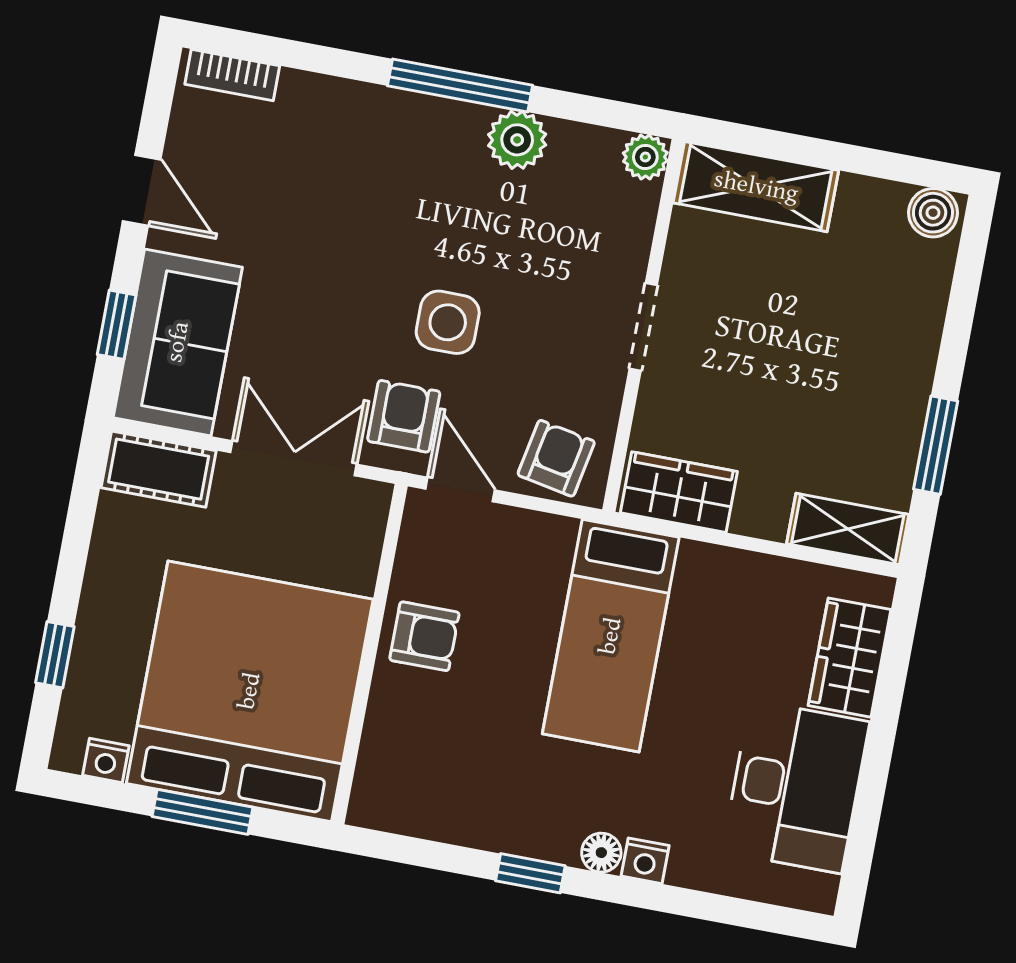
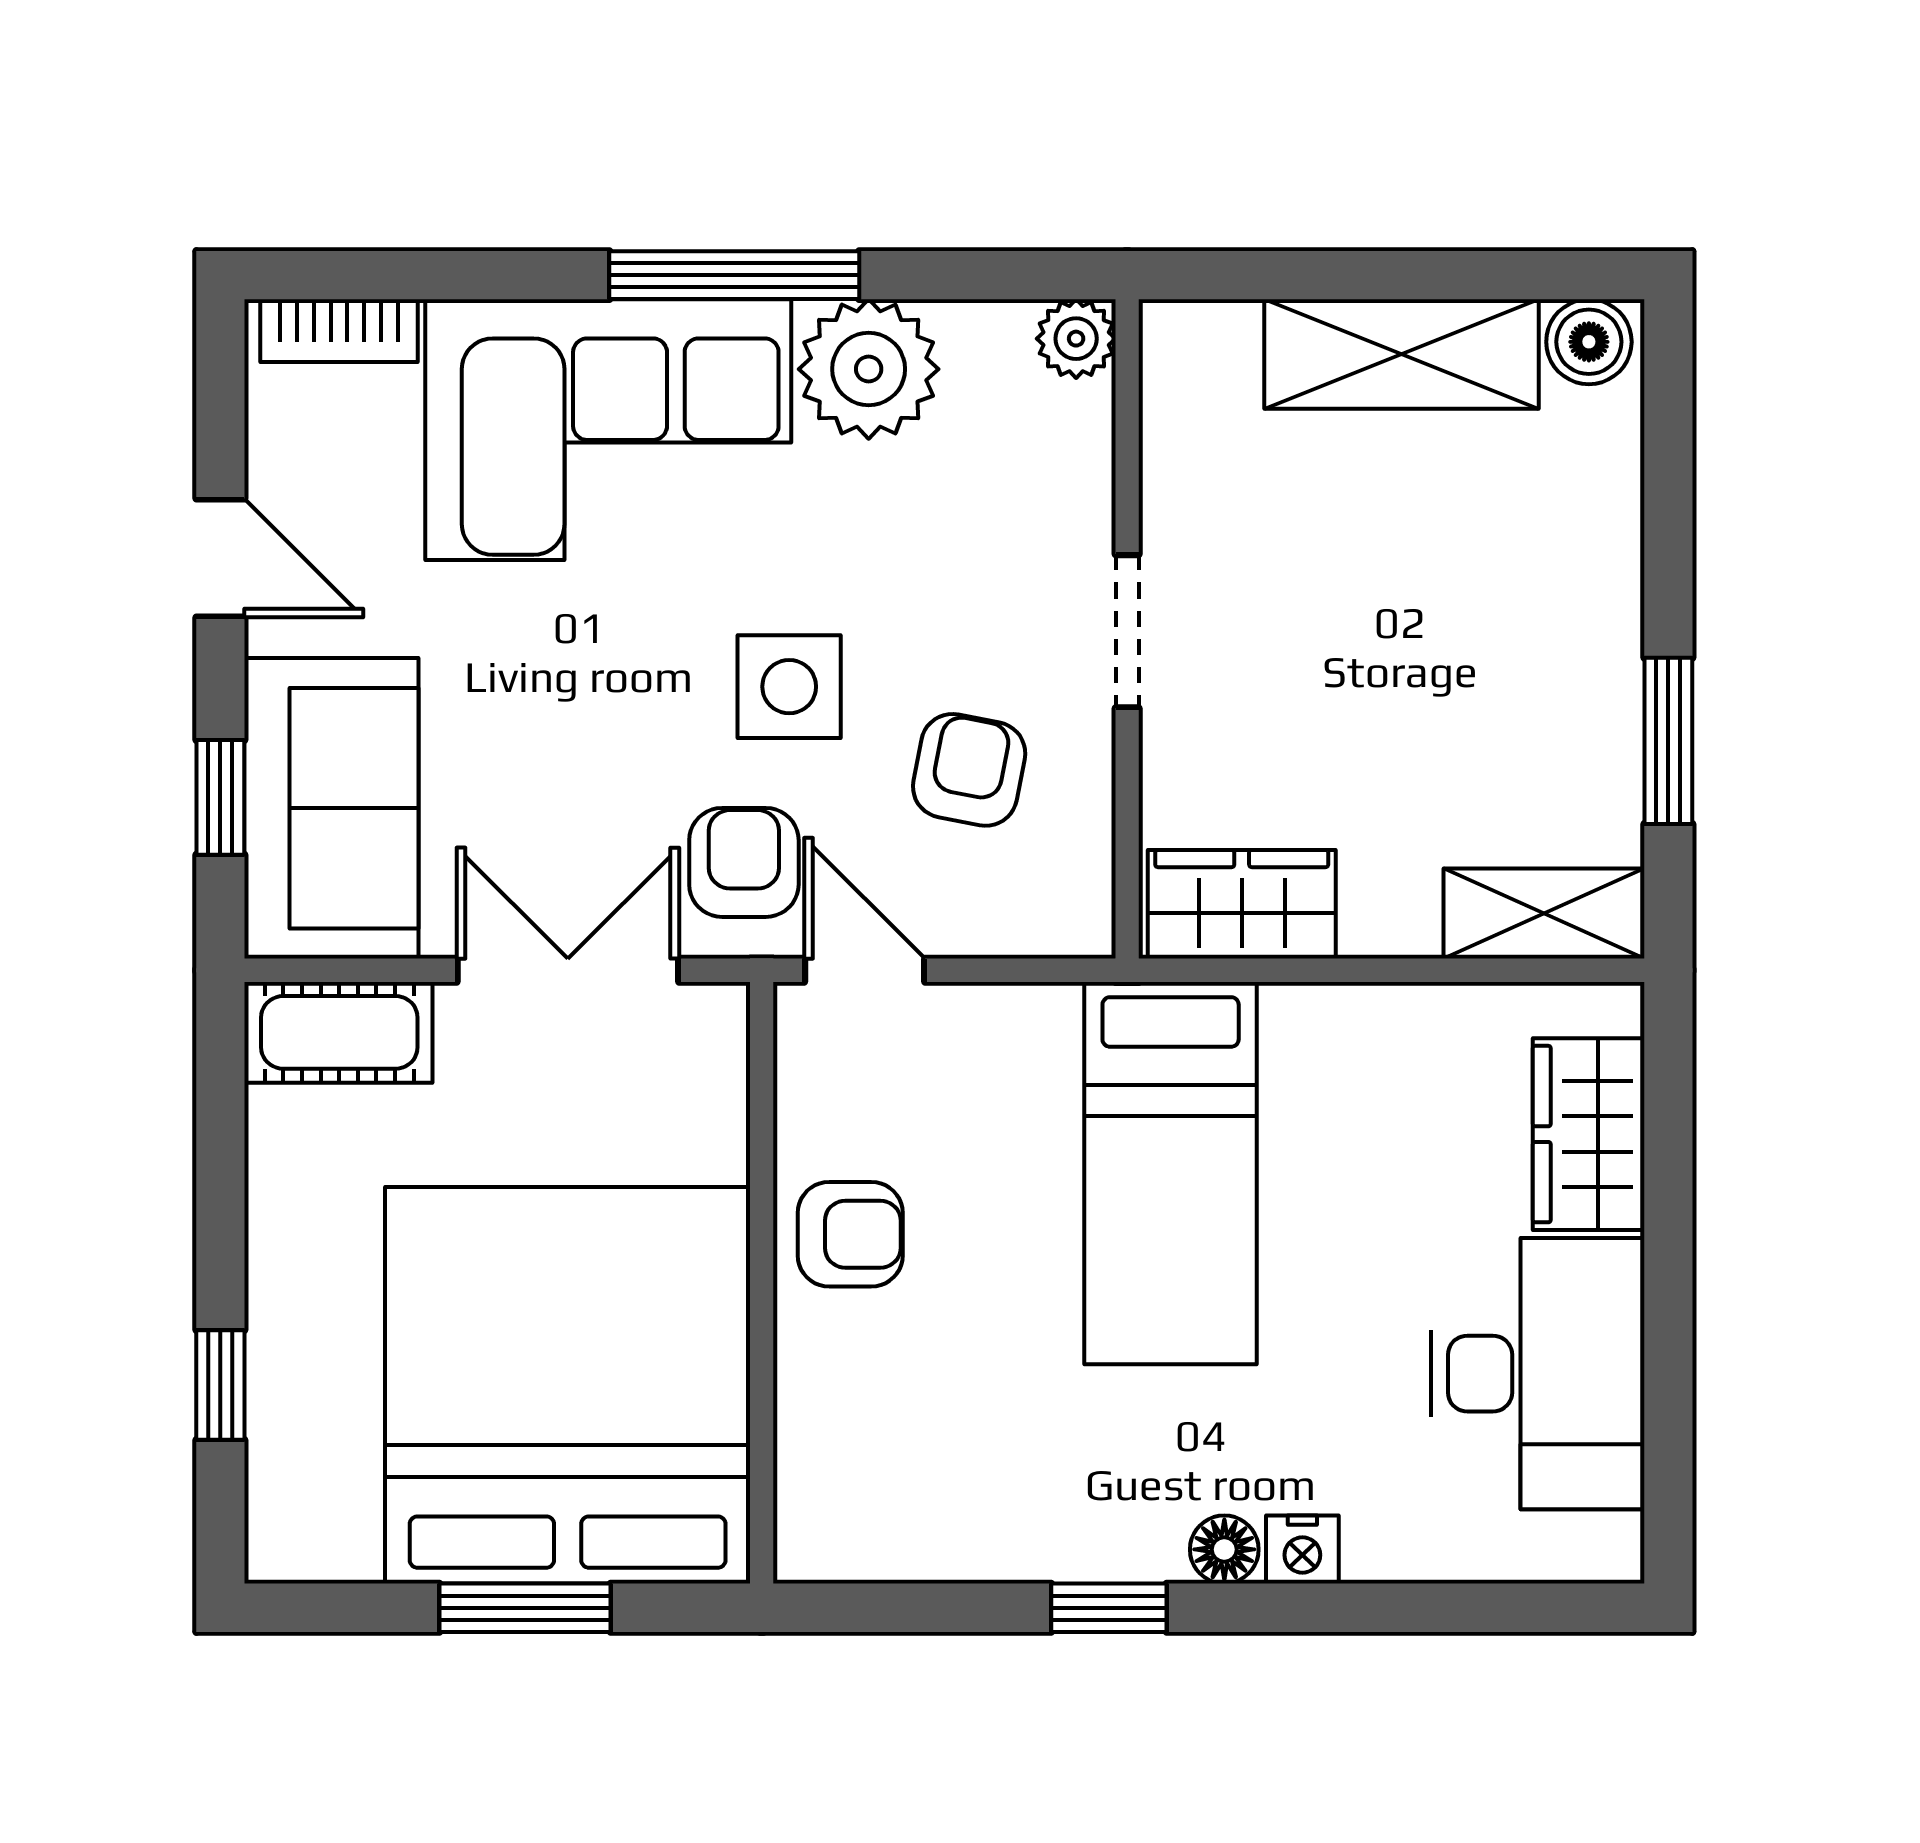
plant: (517, 140) -> (869, 369), width x1.36, depth x1.36
corner sofa: (373, 159) -> (608, 430), added
shelving: (756, 187) -> (1402, 354), moved
armchair: (556, 458) -> (969, 770), moved
nightstand: (106, 760) -> (342, 1551), removed

